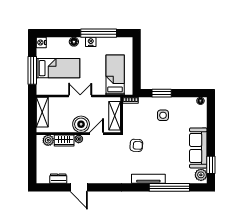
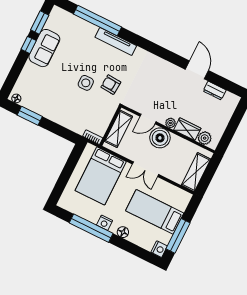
window: (32, 70) -> (178, 236), moved
bed: (115, 75) -> (101, 176), width x1.50
window: (162, 93) -> (30, 116), moved
side table: (163, 115) -> (86, 83), moved
window: (211, 144) -> (29, 45), added
sofa: (198, 148) -> (44, 48), width x0.73
plant: (201, 175) -> (56, 17), removed

